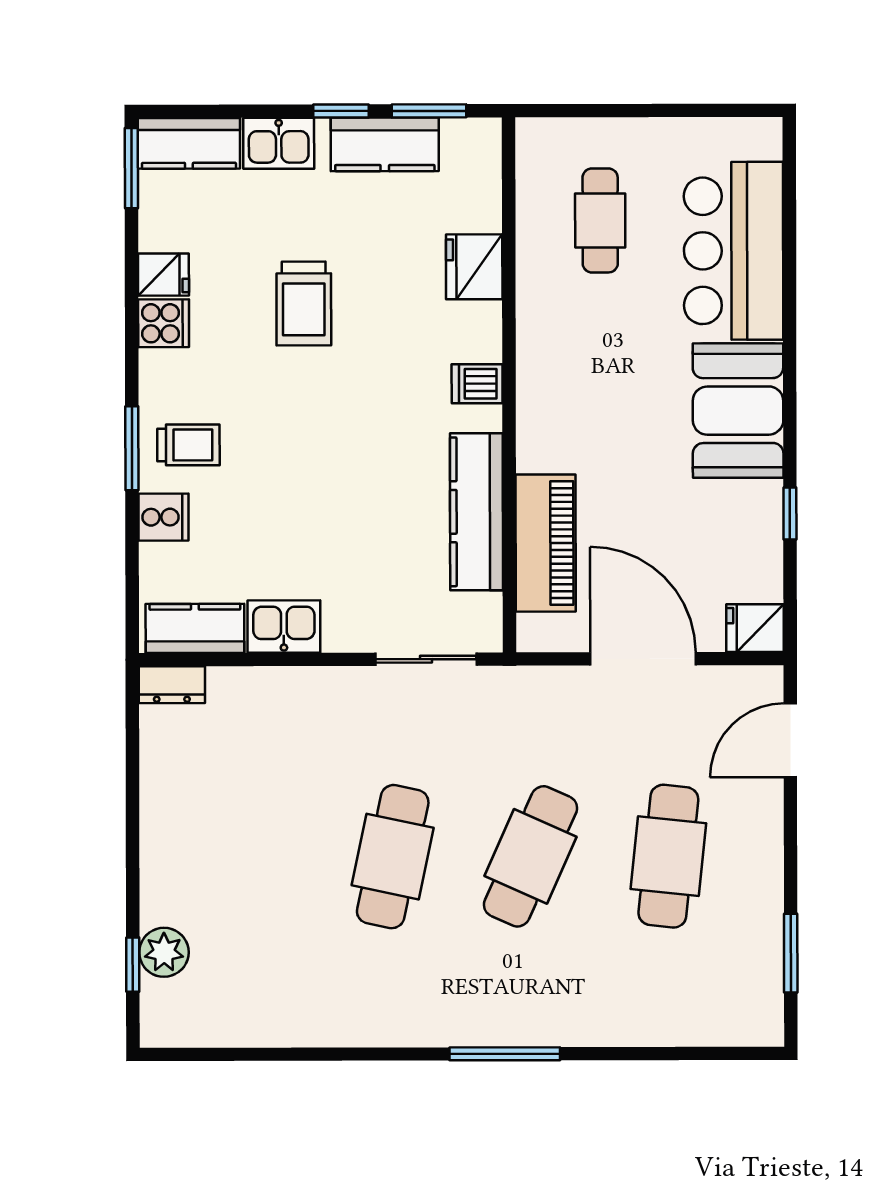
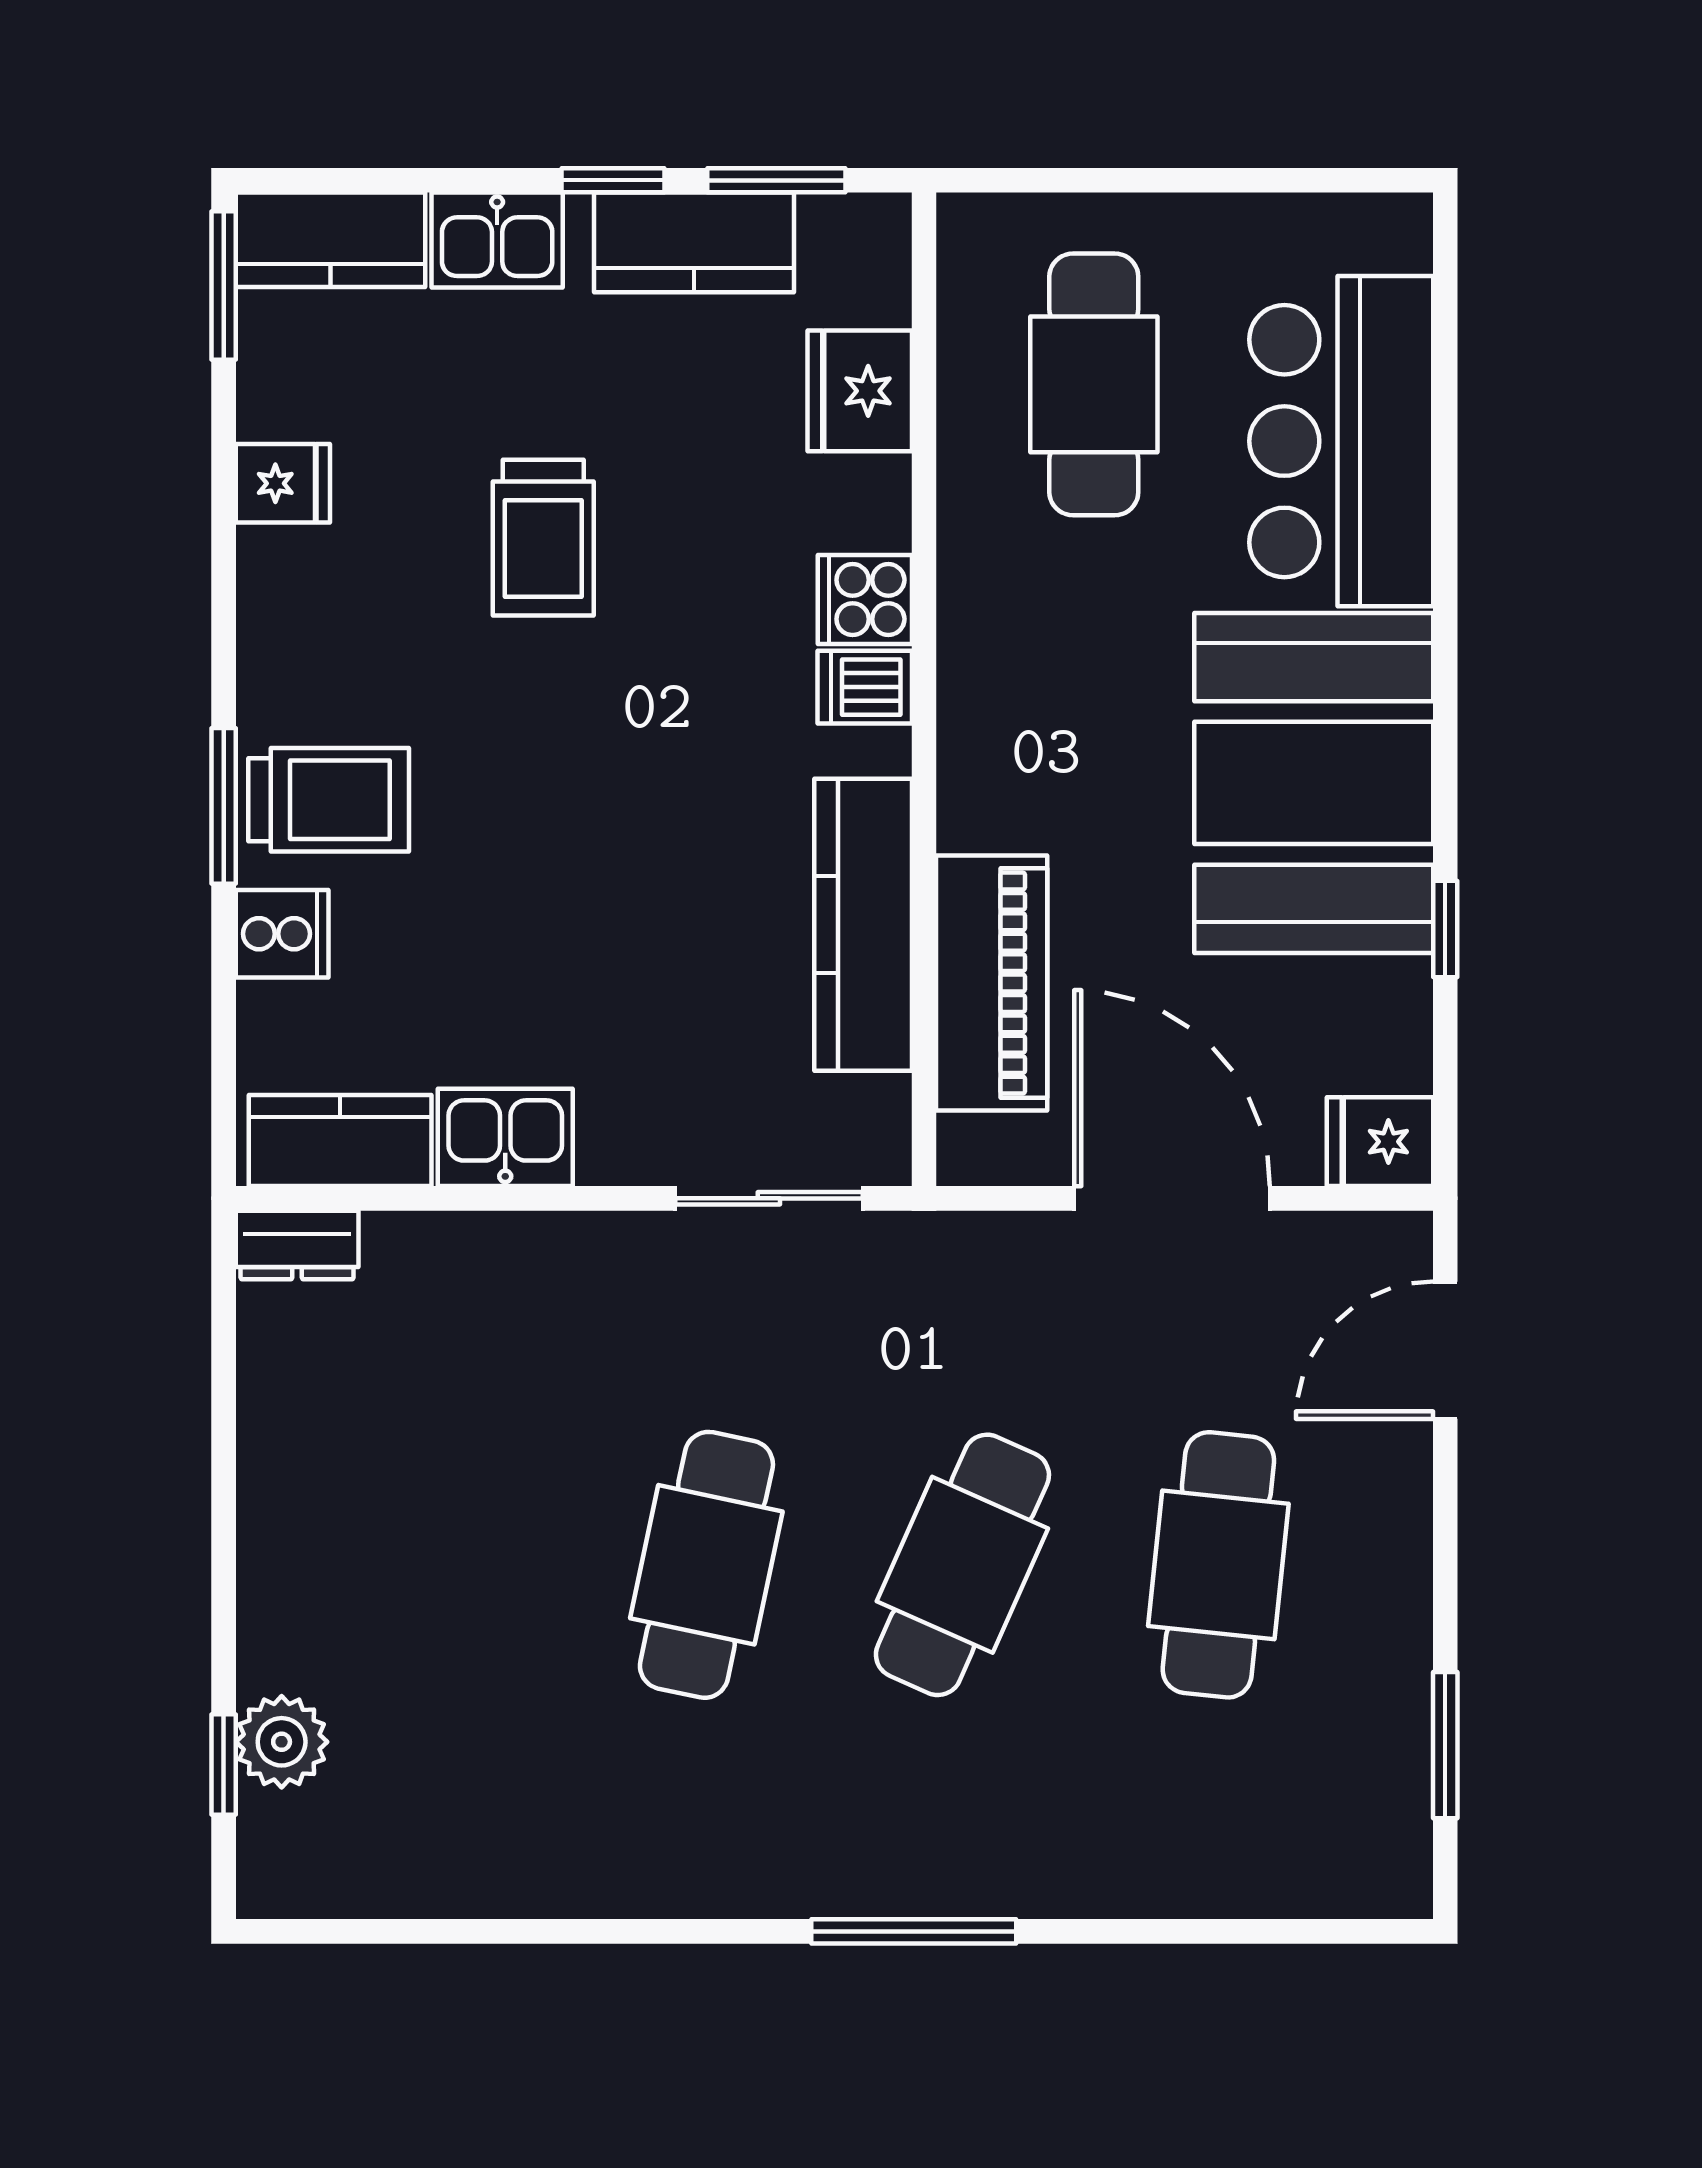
cafe table: (600, 220) -> (1094, 384), width x1.37, depth x1.35
fridge: (474, 267) -> (860, 391), moved
cooker: (164, 323) -> (865, 600), moved, turned 180
booth: (738, 411) -> (1314, 783), width x1.36, depth x1.42
trolley: (188, 445) -> (329, 800), width x1.36, depth x1.39

